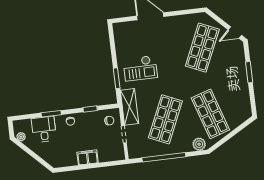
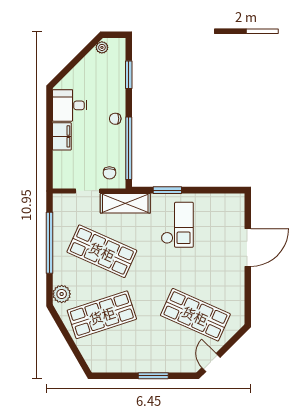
checkout: (140, 68) -> (177, 225), turned 180
window: (90, 109) -> (129, 148), width x3.17
window: (51, 114) -> (129, 75), moved
desk: (44, 129) -> (70, 105), moved, turned 180

